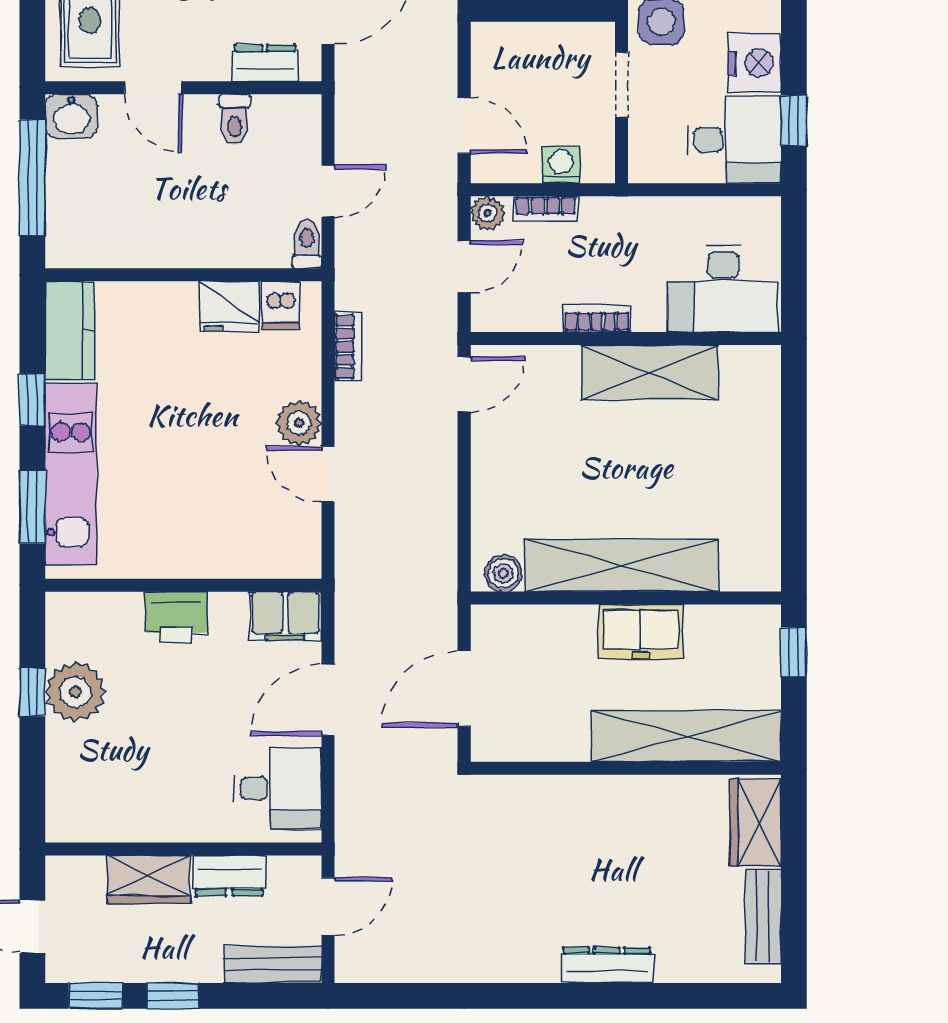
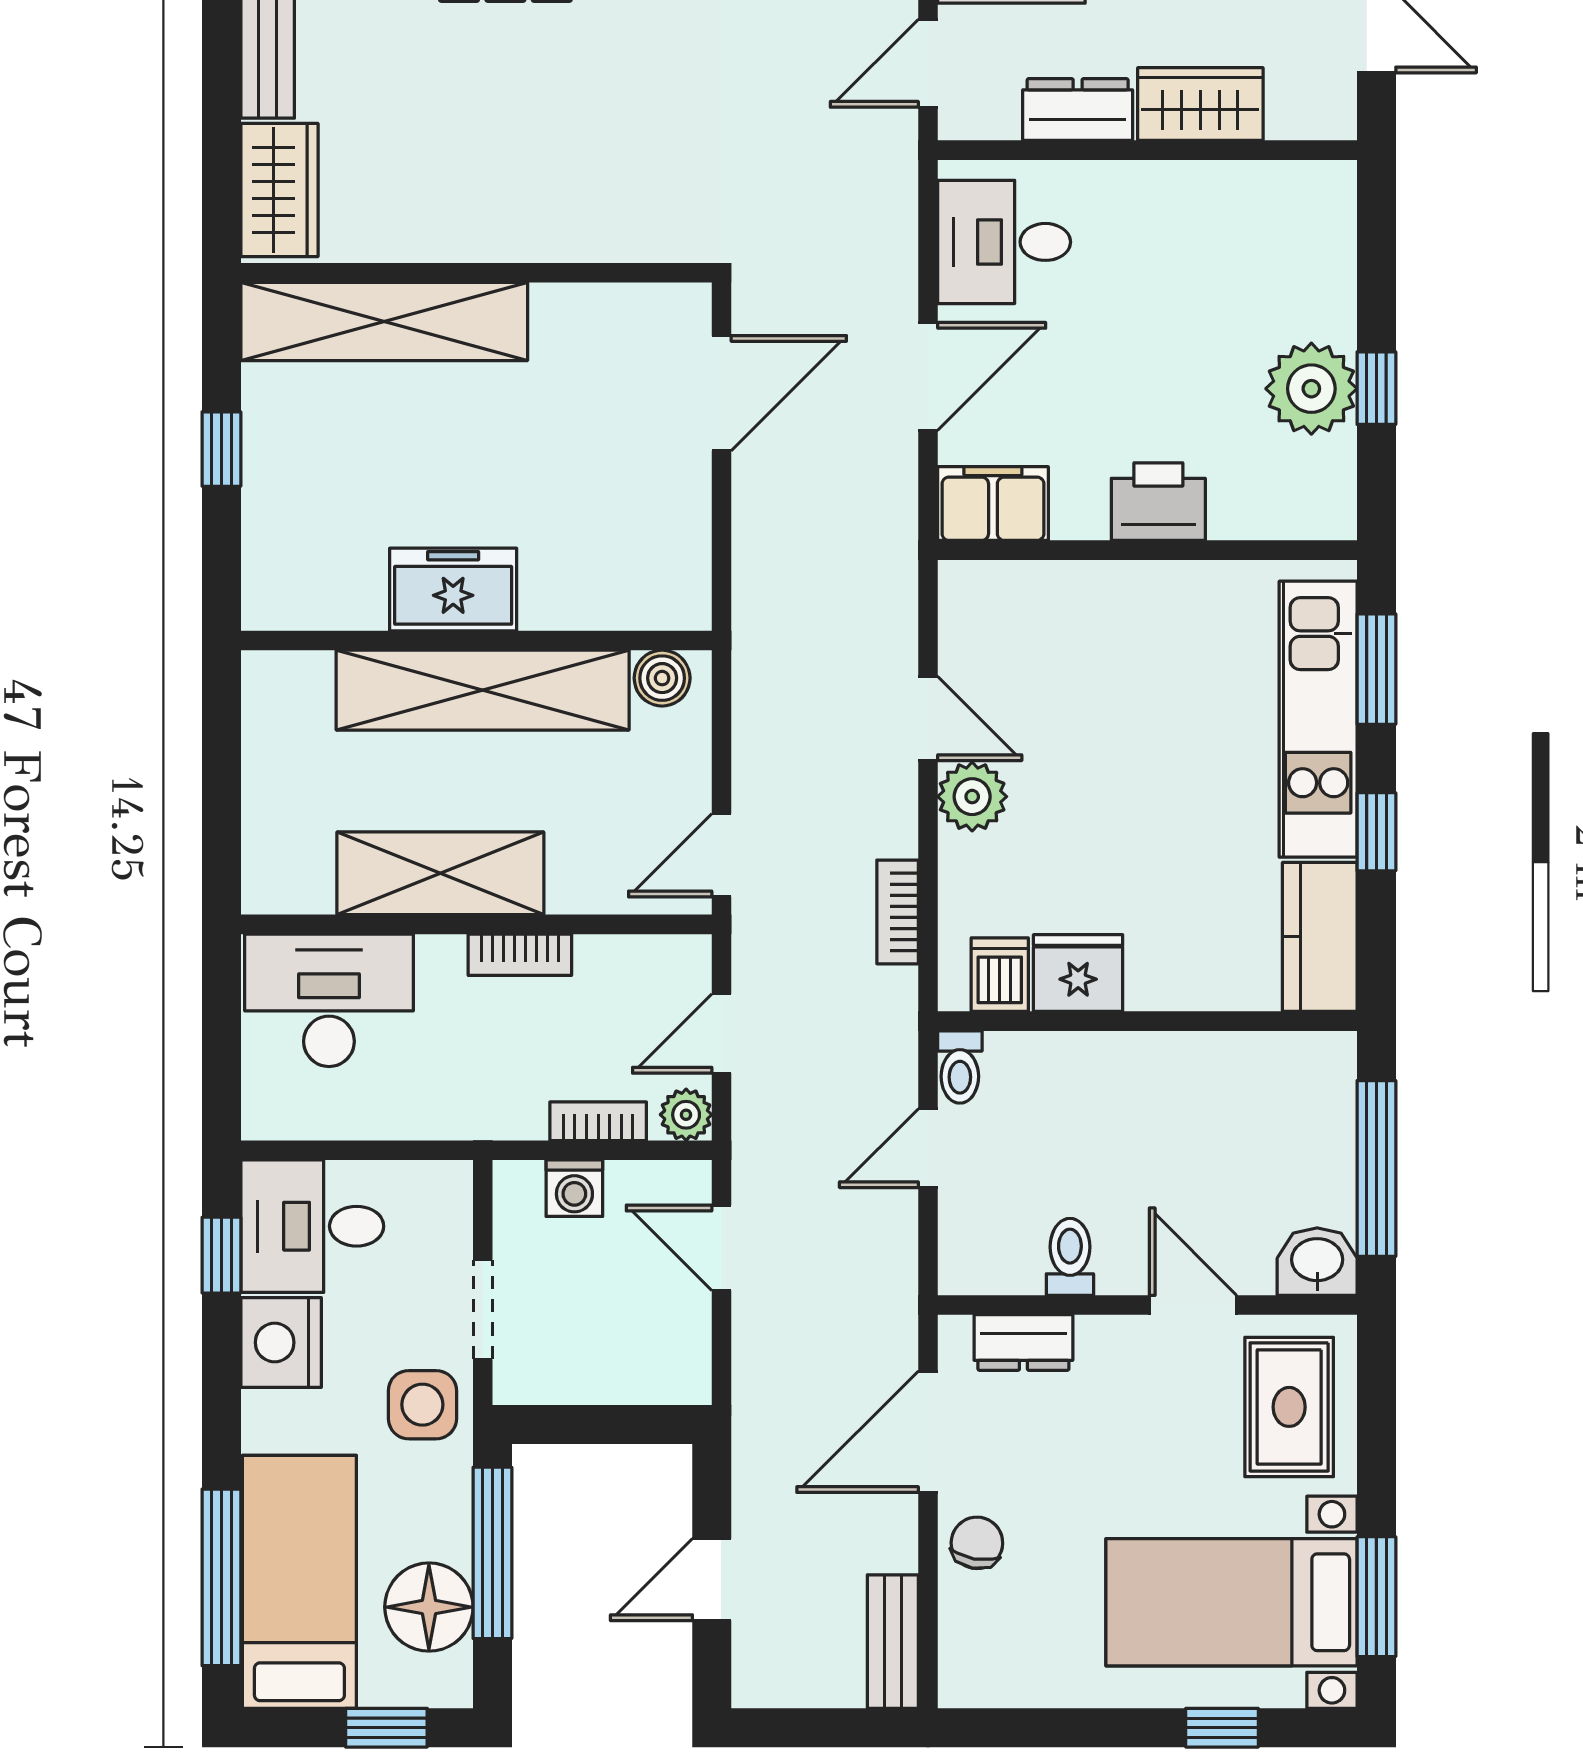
shelving: (622, 565) -> (483, 690), moved
boiler: (503, 573) -> (662, 678), moved
wall: (626, 598) -> (476, 640), moved
freezer: (641, 632) -> (453, 590), moved

